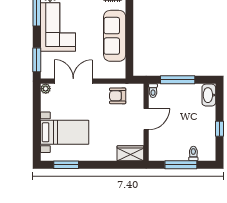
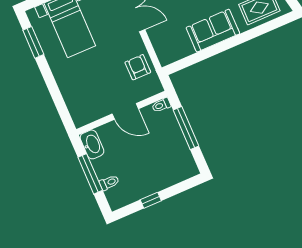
sofa: (115, 36) -> (213, 31), width x0.73
washbasin: (209, 95) -> (92, 144), moved, turned 90
wardrobe: (130, 153) -> (78, 110), removed

